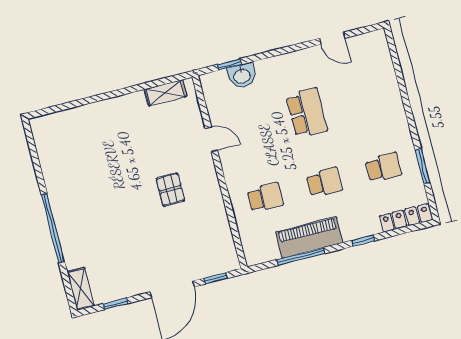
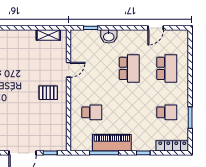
door: (332, 38) -> (156, 28), hinge flipped
washbasin: (242, 76) -> (109, 36), moved
door: (211, 139) -> (69, 70), hinge flipped
school desk: (324, 182) -> (167, 68), moved, width x1.85
pallet: (171, 190) -> (48, 93), moved, turned 90

